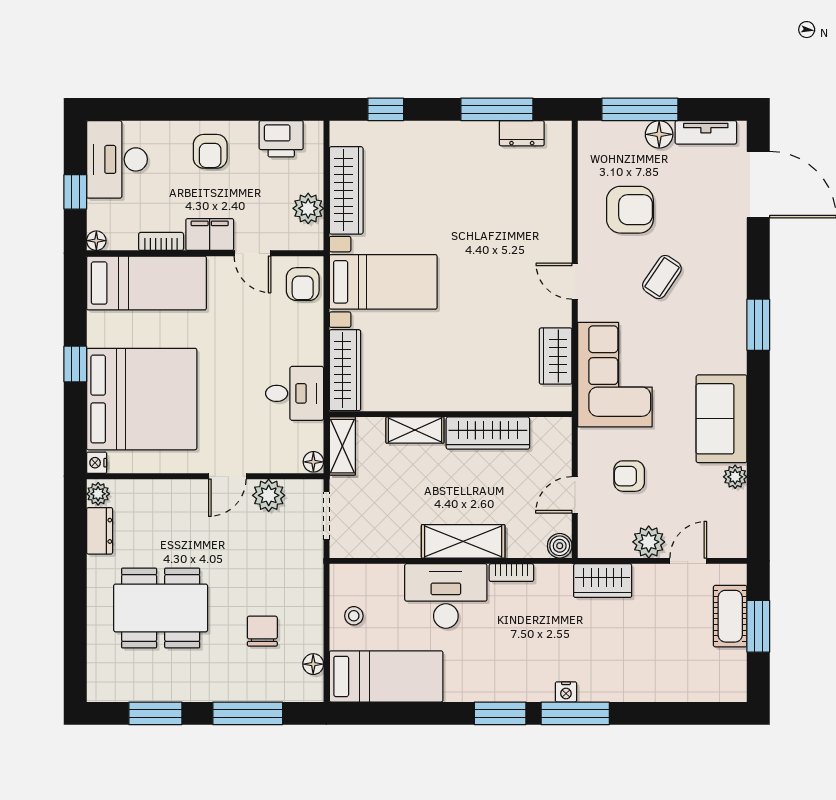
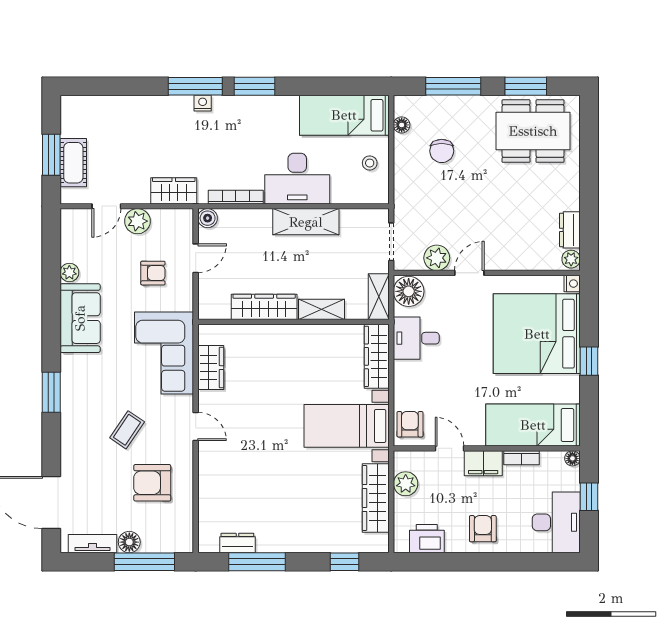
floor lamp: (313, 462) -> (409, 291), width x1.89, depth x1.89
shelving: (463, 541) -> (306, 222), moved
bookcase: (511, 573) -> (236, 197), width x1.56
dining table: (161, 608) -> (533, 131), moved

